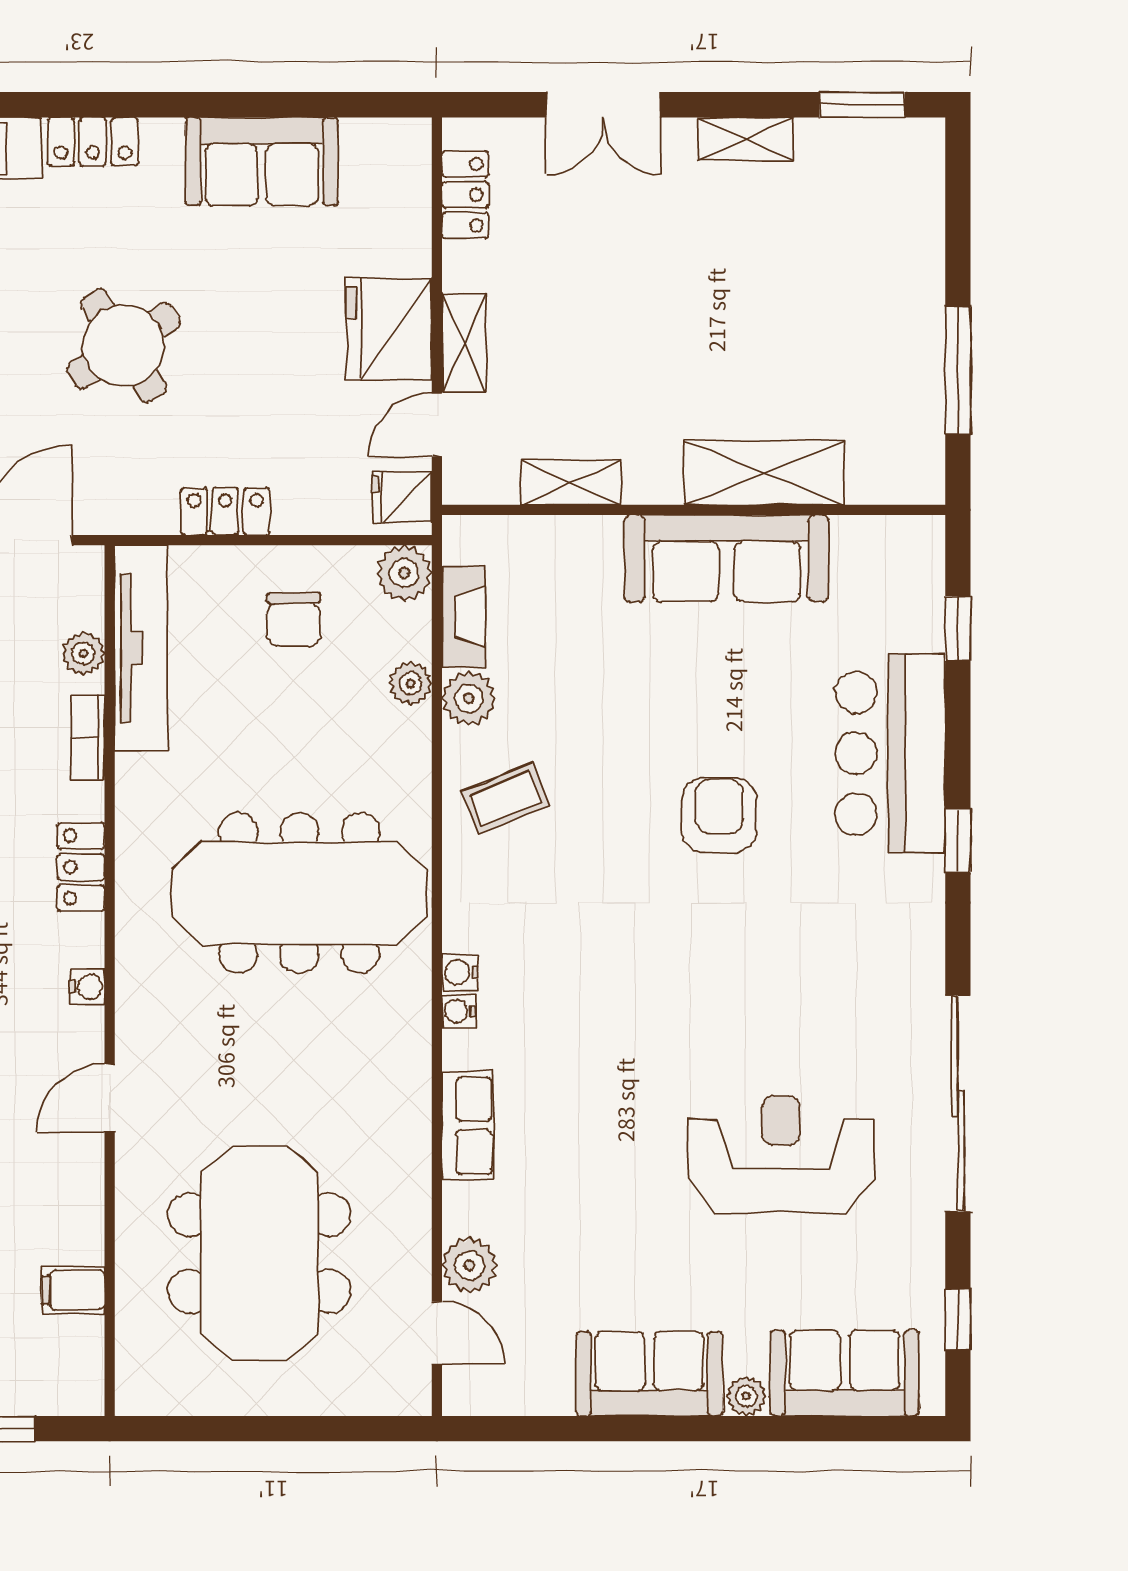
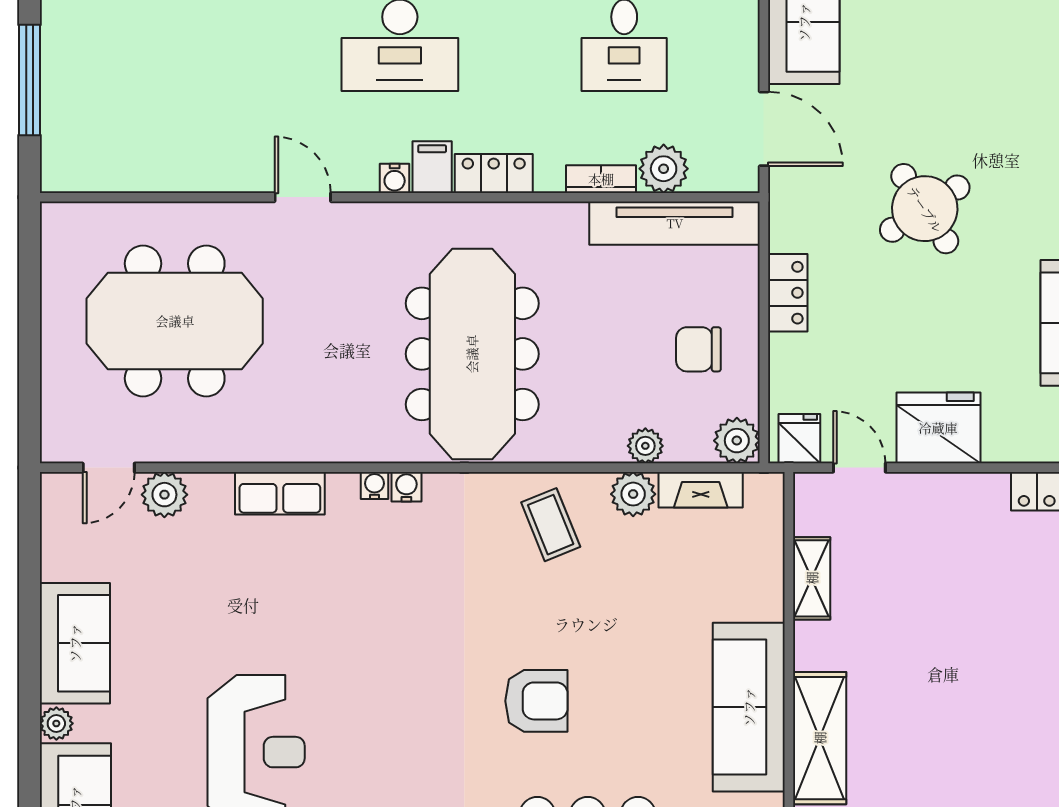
shelving: (464, 343) -> (927, 490), removed
plant: (83, 654) -> (664, 169), width x1.38, depth x1.38
filing cabinet: (73, 1290) -> (432, 167), moved

